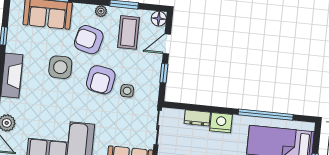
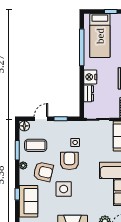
armchair: (89, 40) -> (43, 172), turned -92
door: (167, 44) -> (41, 119), swing flipped
armchair: (101, 80) -> (69, 161), turned -100

